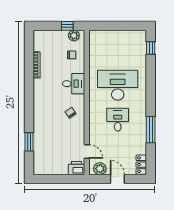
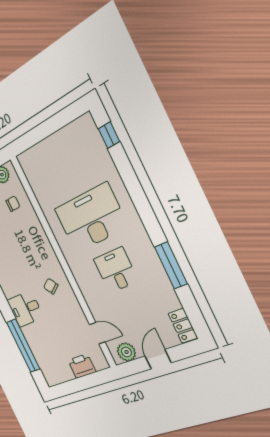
desk: (74, 84) -> (25, 309), moved, turned 180
window: (29, 142) -> (23, 346), width x2.11
printer: (76, 168) -> (82, 366), moved
door: (117, 179) -> (158, 359), hinge flipped

